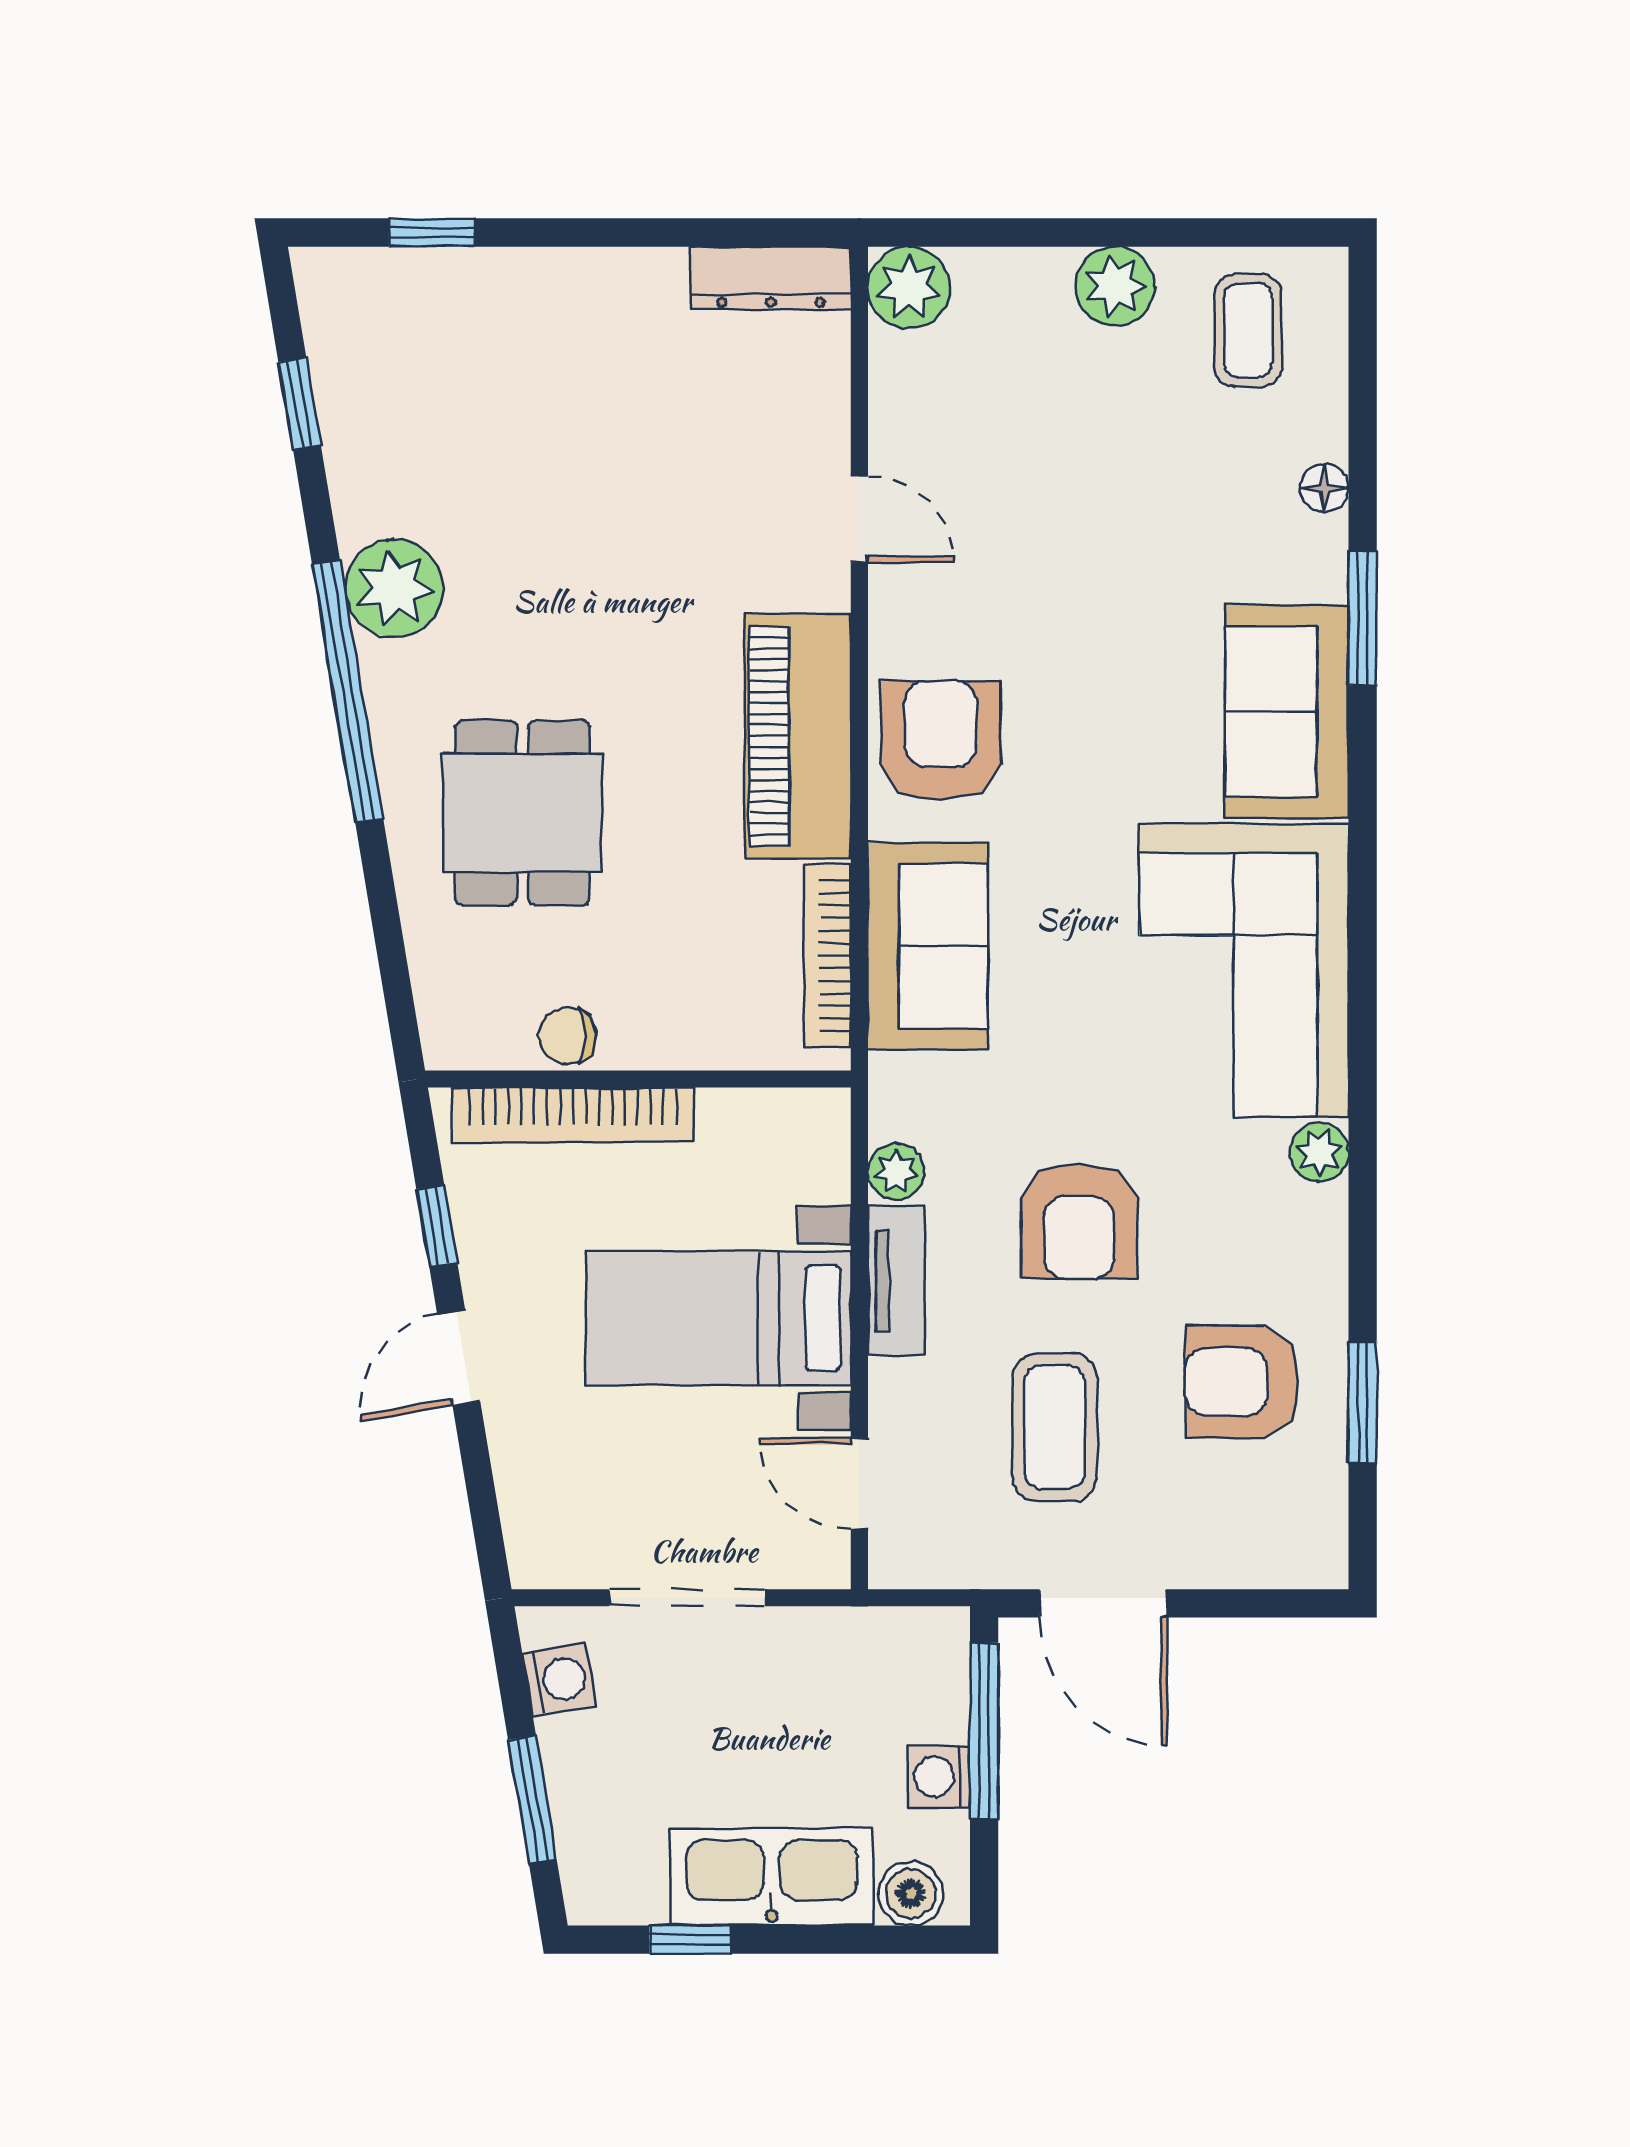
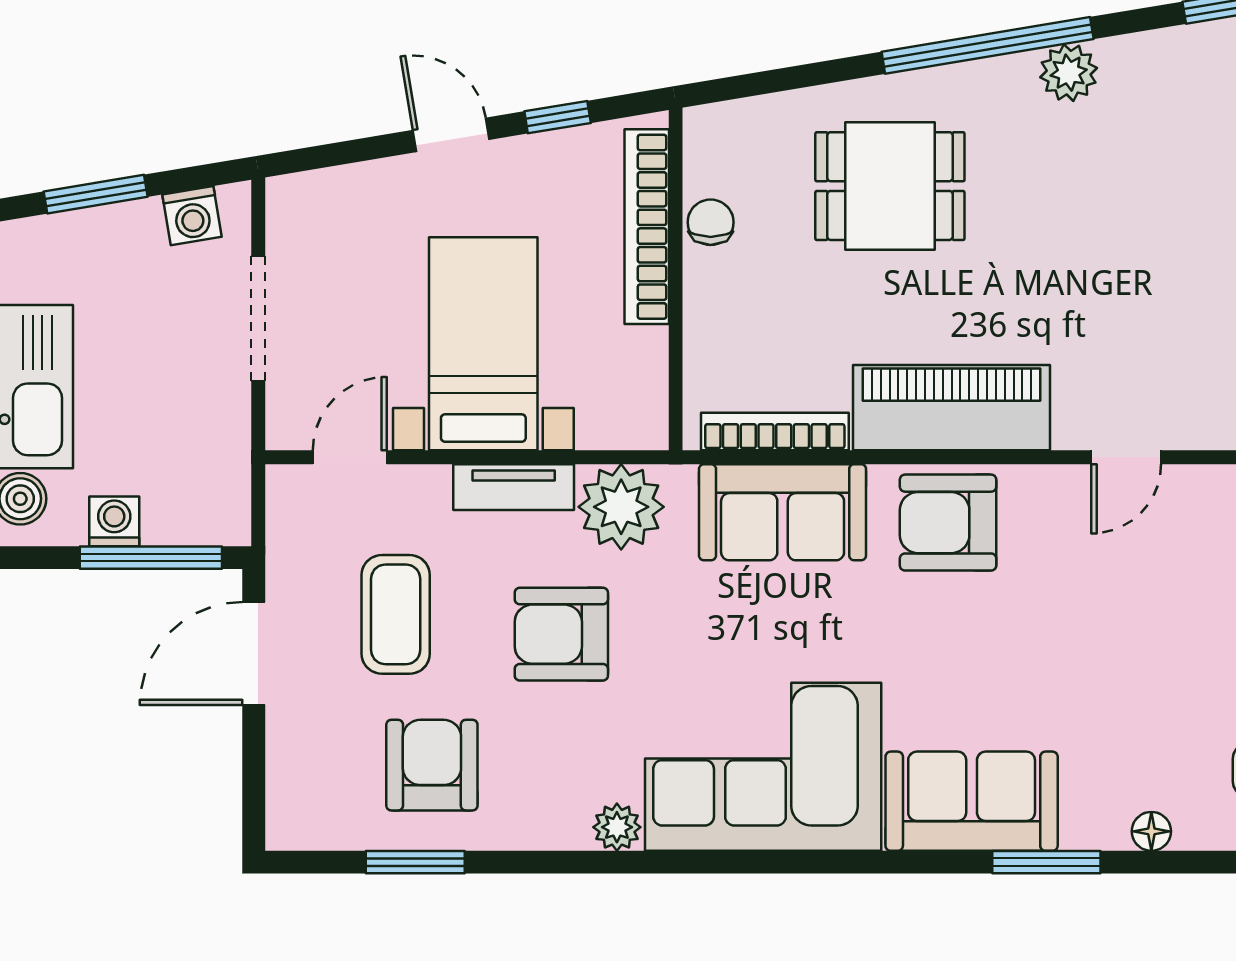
plant: (394, 588) -> (1069, 73), width x0.73, depth x0.73
armchair: (941, 740) -> (948, 523), turned 180
plant: (896, 1172) -> (621, 507), width x1.88, depth x1.88
coffee table: (1055, 1427) -> (396, 614), turned 90

